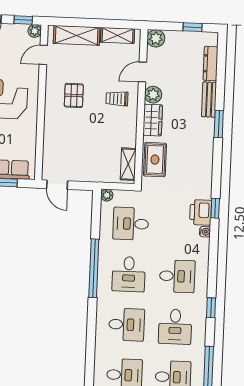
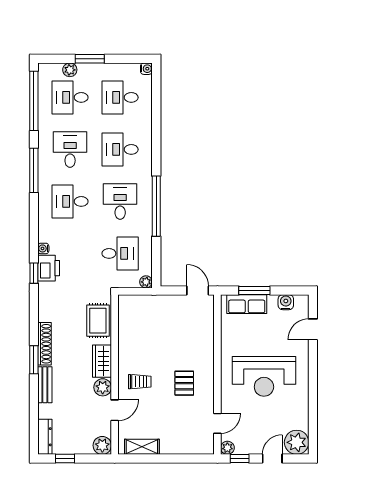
shelving: (77, 35) -> (184, 445), removed
dresser: (211, 63) -> (45, 437), moved
shoe rack: (208, 139) -> (45, 344), added
shelving: (128, 164) -> (125, 315), removed
window: (211, 308) -> (34, 170), width x2.17

